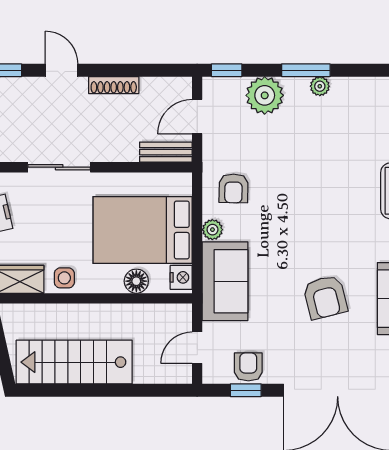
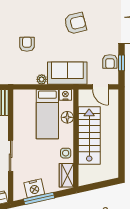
armchair: (233, 188) -> (27, 44), moved, turned -91
bed: (143, 230) -> (47, 114), width x0.67
stairs: (74, 362) -> (89, 135), moved, turned 180
armchair: (248, 367) -> (110, 62), turned -90

